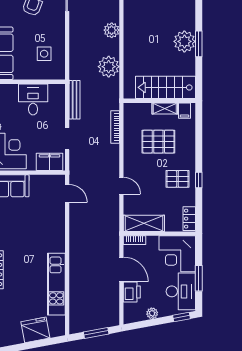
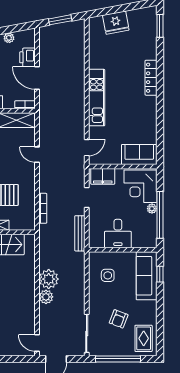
plant: (109, 67) -> (49, 279), moved
door: (67, 193) -> (87, 148), swing flipped
kitchen unit: (56, 284) -> (97, 98), moved

